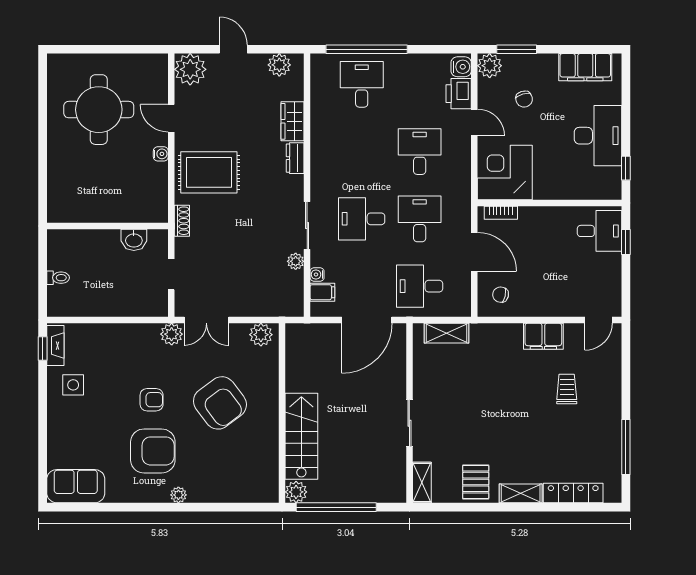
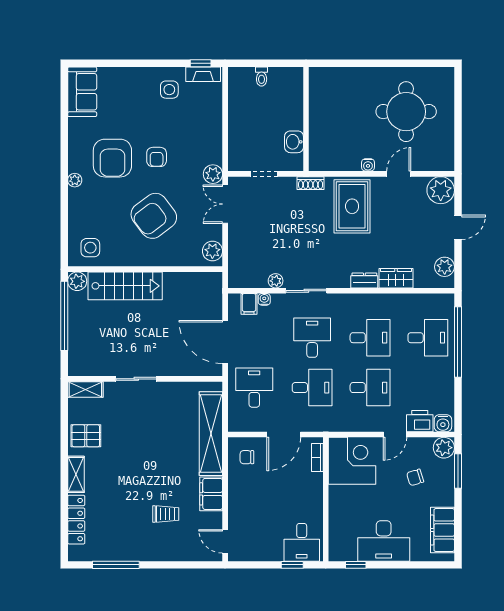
desk: (362, 152) -> (370, 338), added
chair: (501, 295) -> (247, 457), turned -103
shelving: (446, 333) -> (211, 434), width x2.20, depth x1.33
side table: (257, 477) -> (90, 248), added

